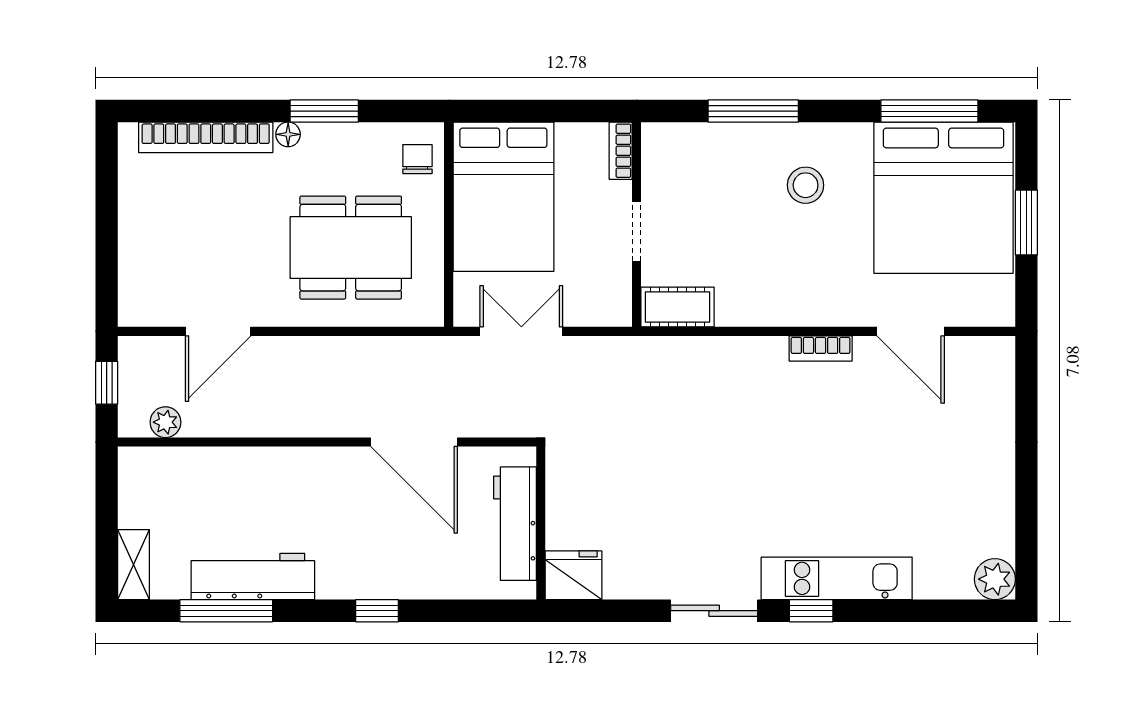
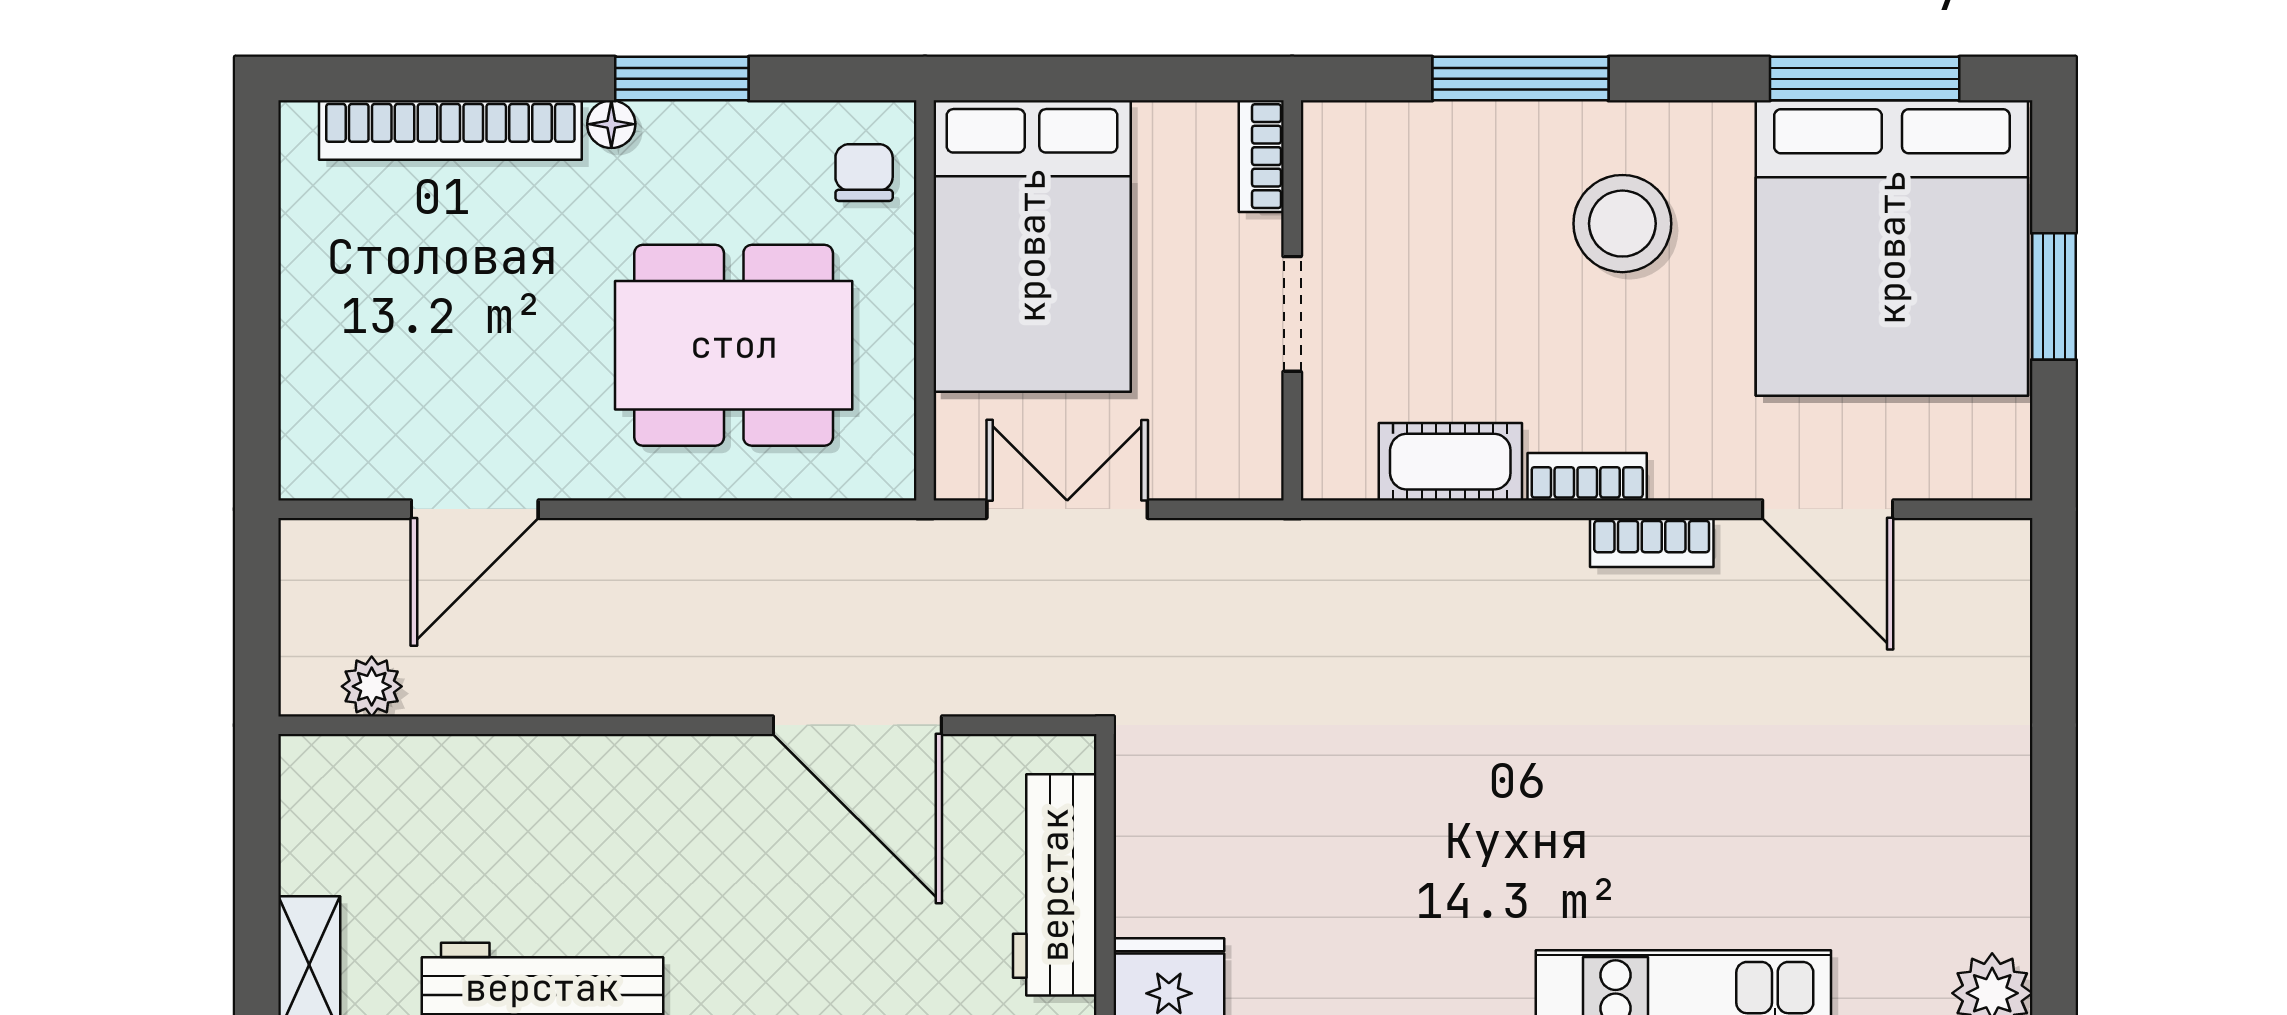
stool: (806, 185) -> (1622, 224), width x1.38, depth x1.38
cot: (678, 307) -> (1450, 462), moved
bookcase: (787, 315) -> (1587, 477), added
window: (107, 383) -> (257, 609), removed

